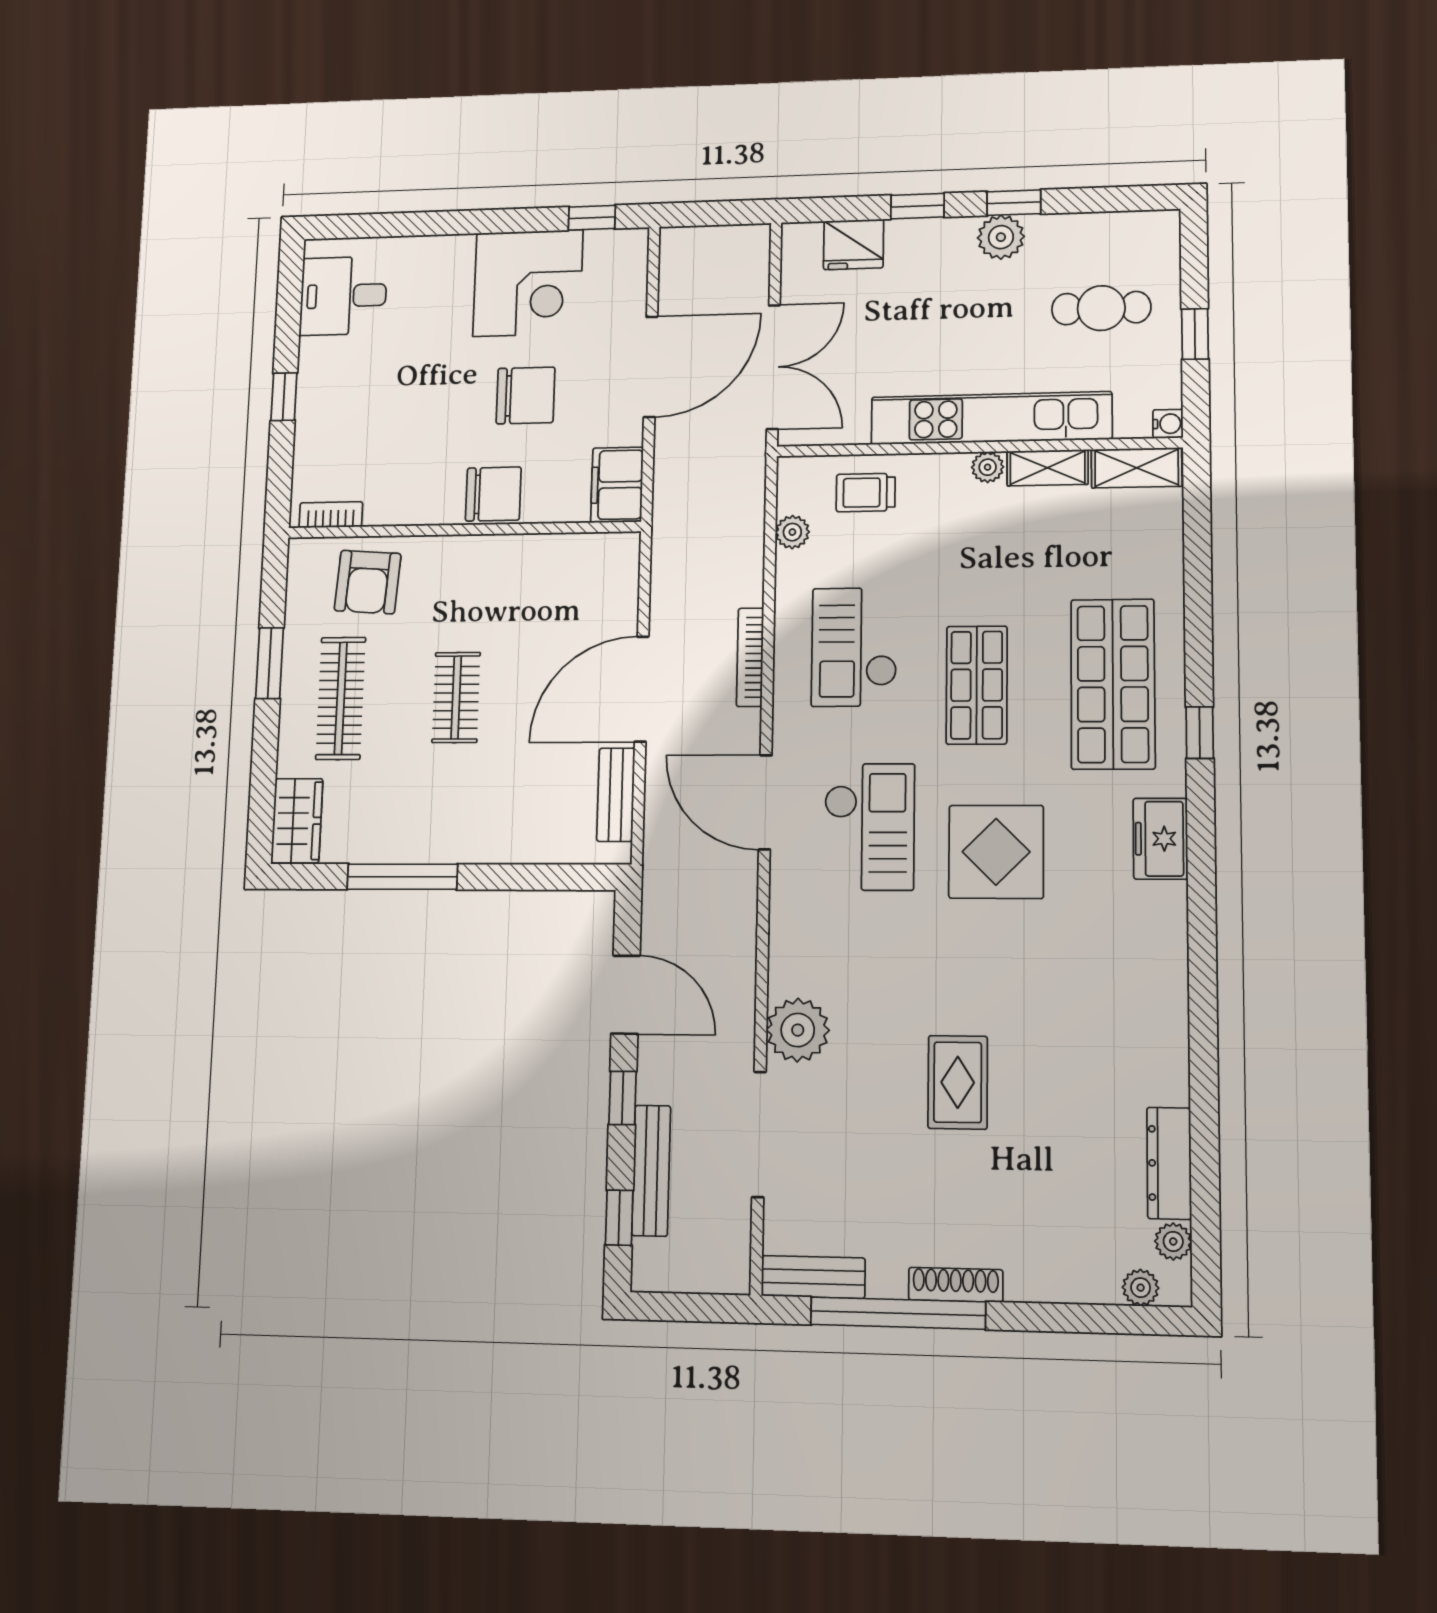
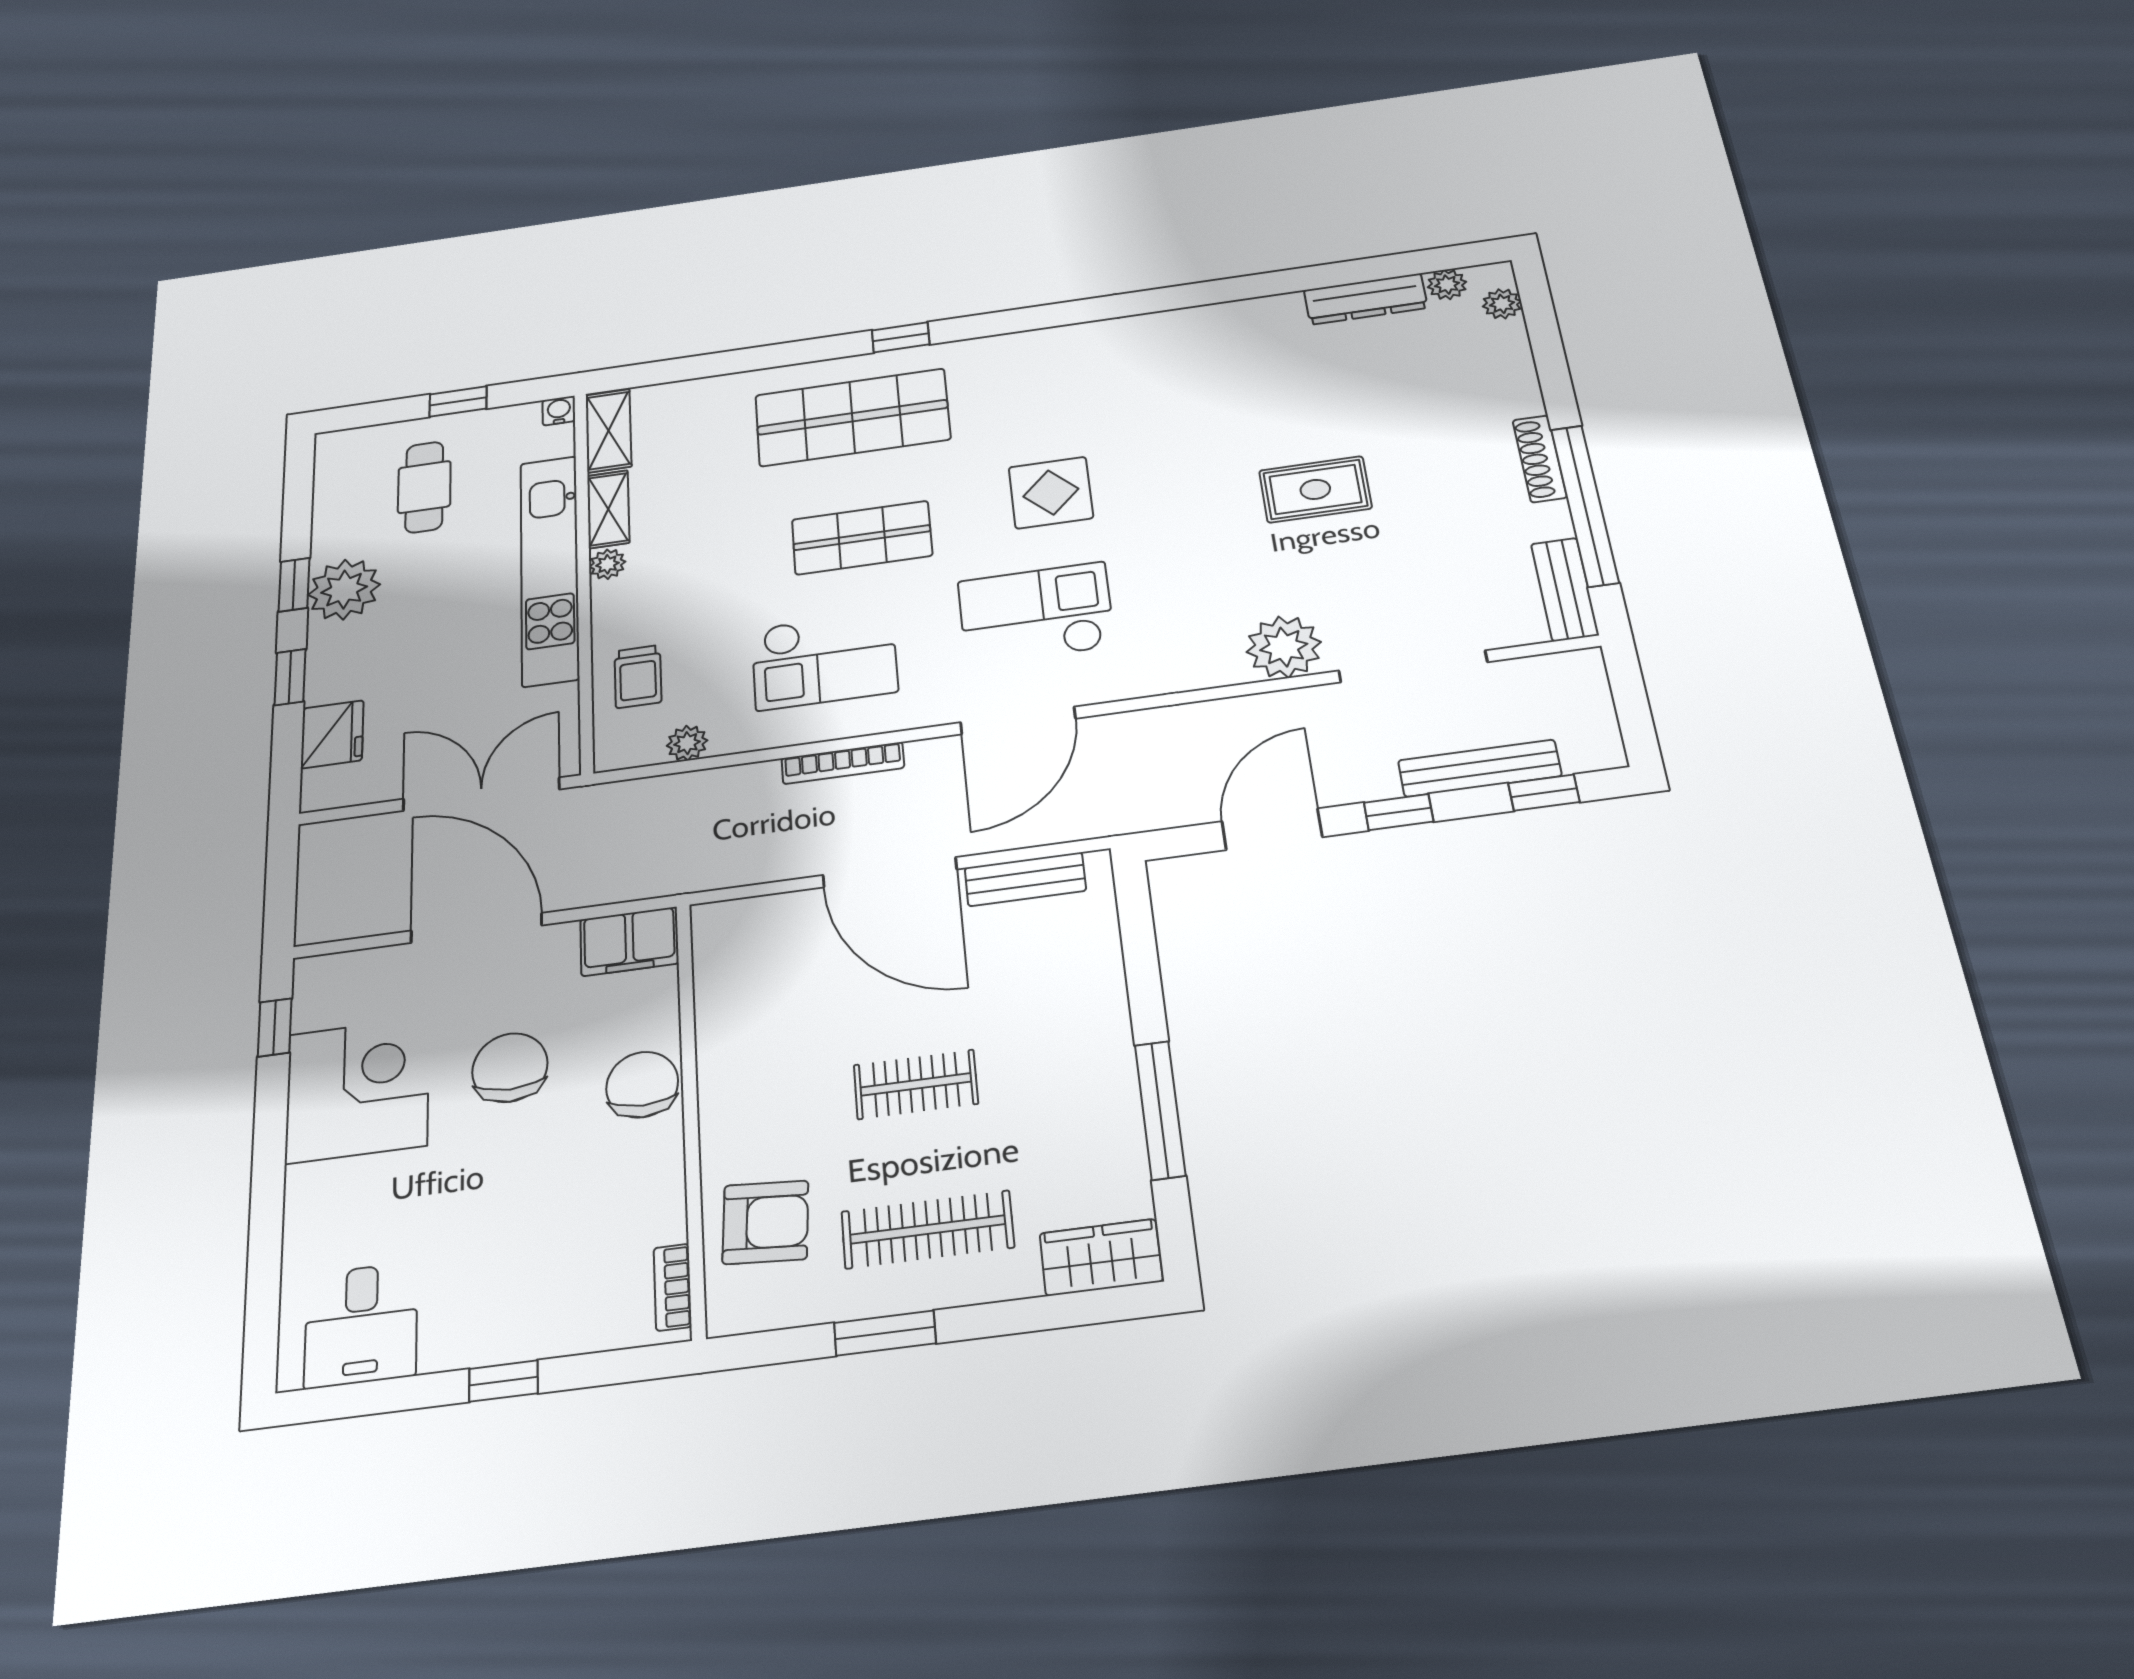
plant: (1001, 237) -> (344, 590), width x1.36, depth x1.36
freezer: (1160, 839) -> (1019, 354), removed
display table: (996, 852) -> (1051, 493), width x0.73, depth x0.73

